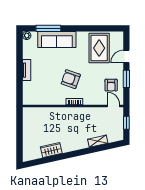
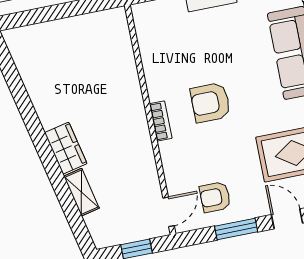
armchair: (71, 79) -> (210, 103), turned -109
wardrobe: (51, 150) -> (66, 148), moved

